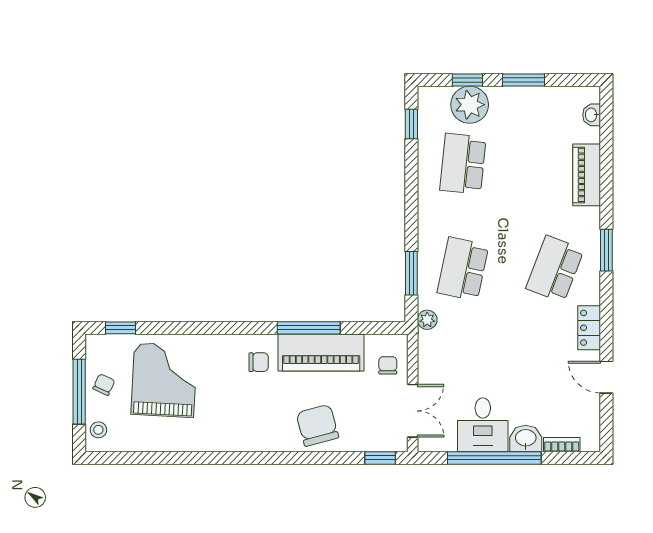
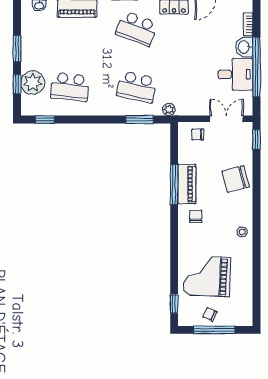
piano: (321, 353) -> (187, 184), width x0.73, depth x0.75
stool: (98, 430) -> (242, 232), moved

